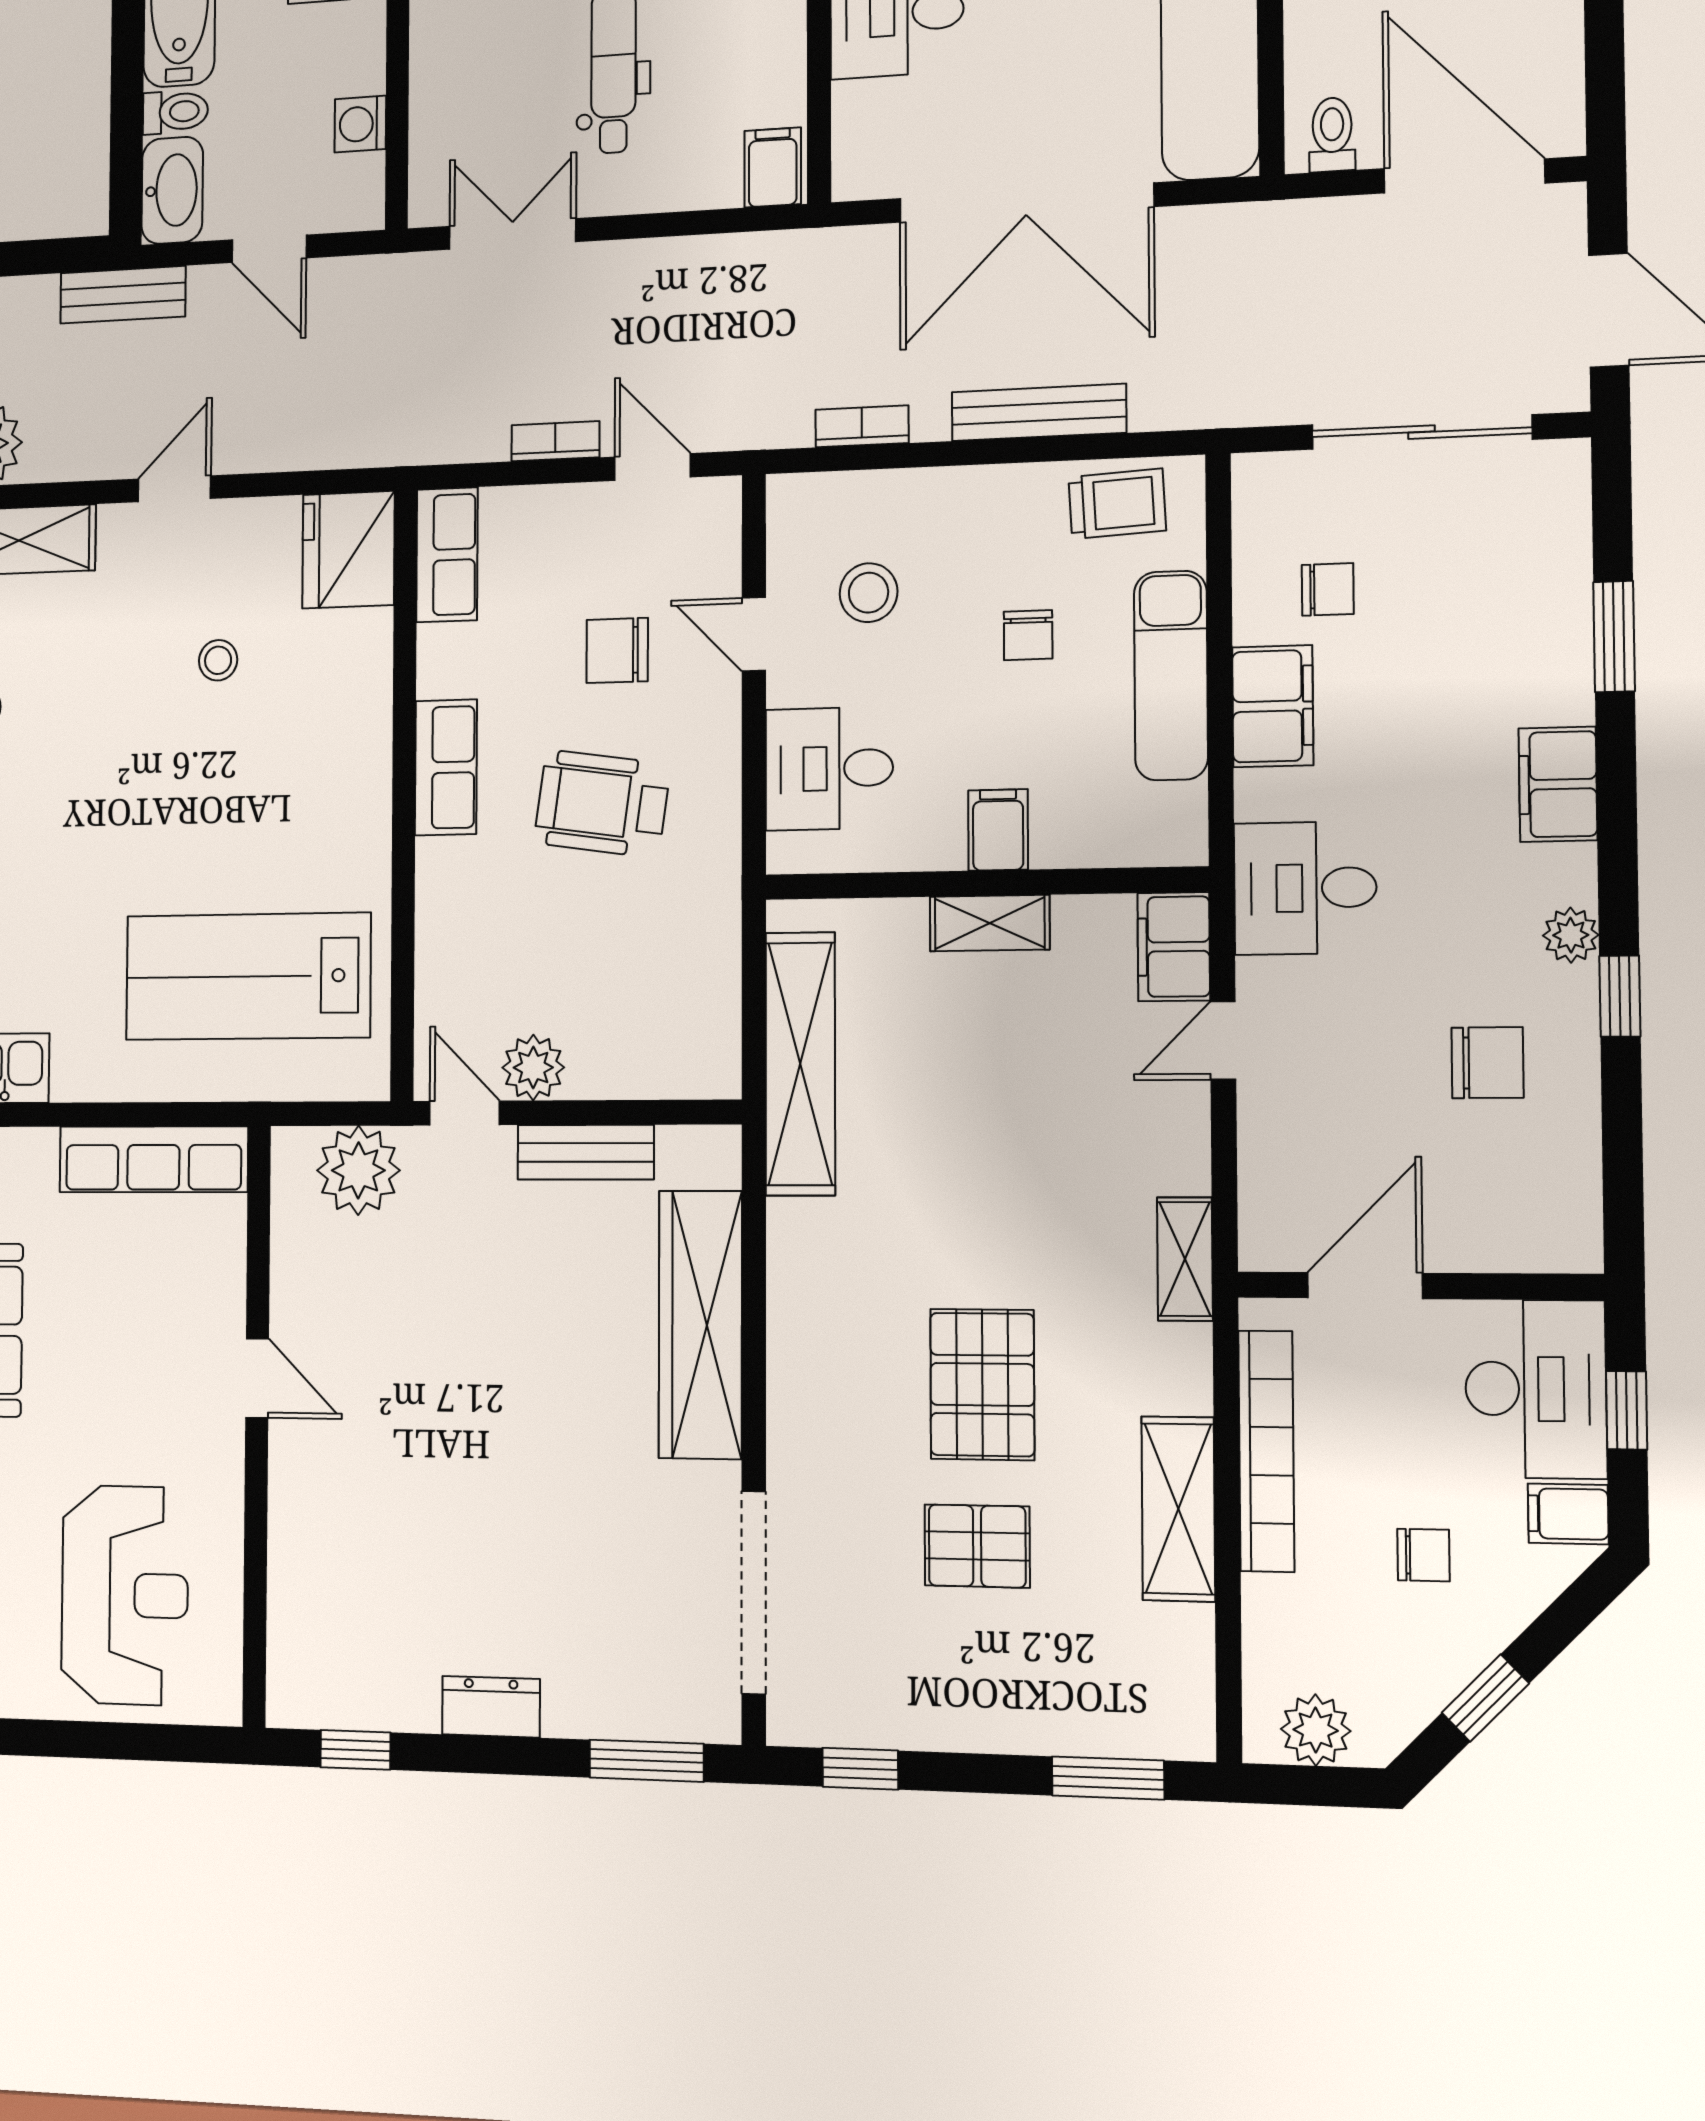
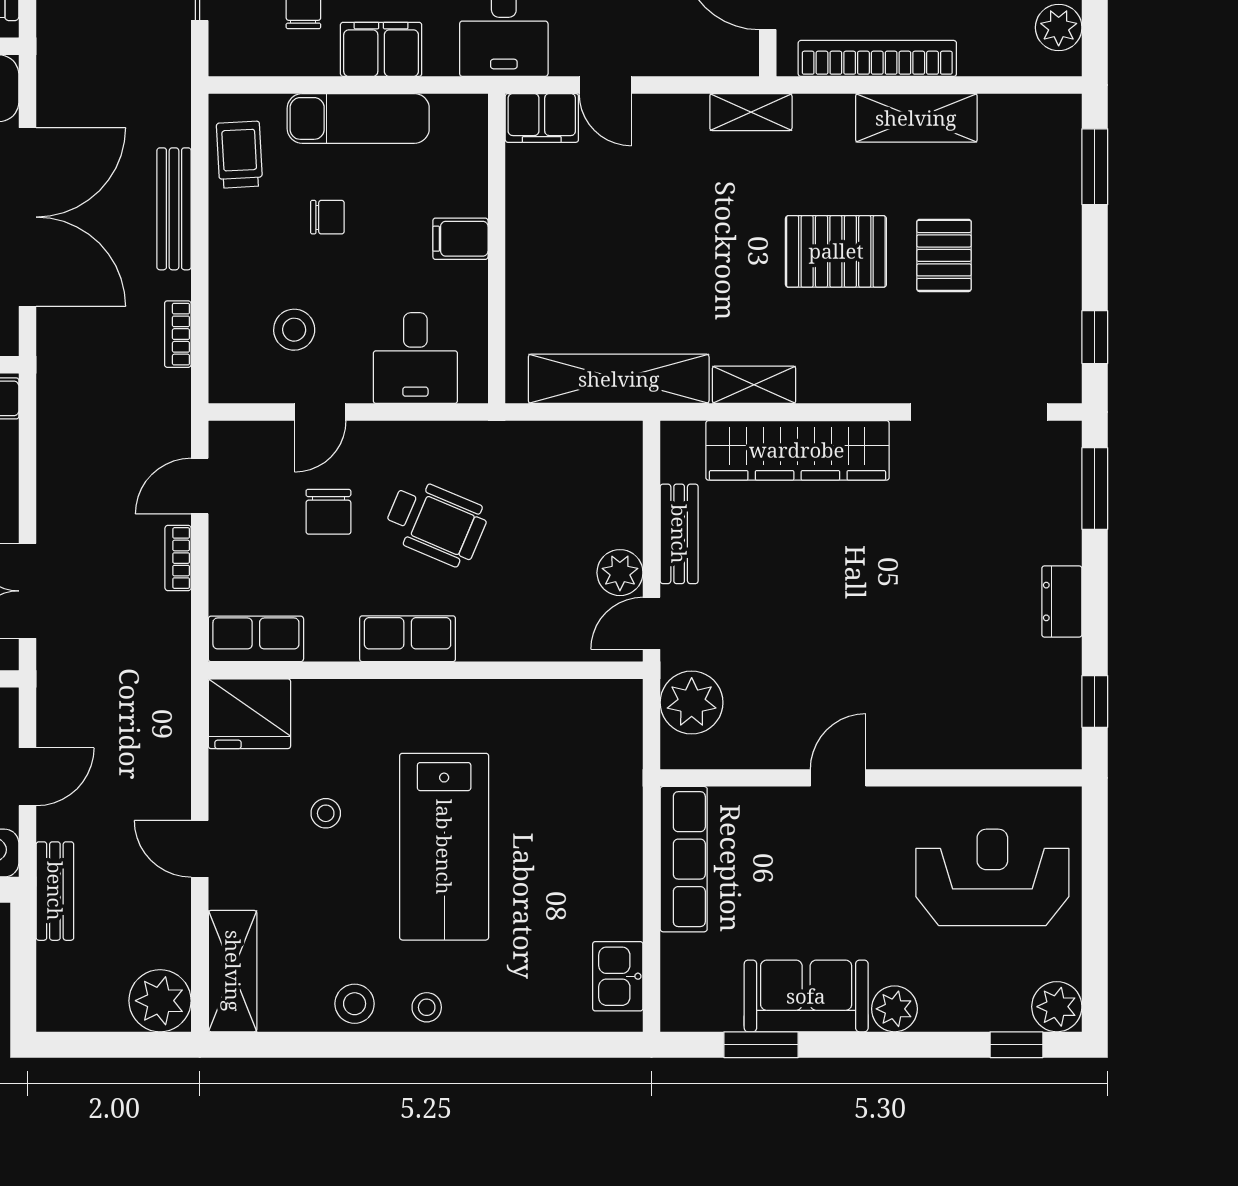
wheelchair: (602, 804) -> (436, 523), turned -75
shelving: (990, 923) -> (754, 385), moved, turned 90
lab bench: (248, 976) -> (444, 847), moved

